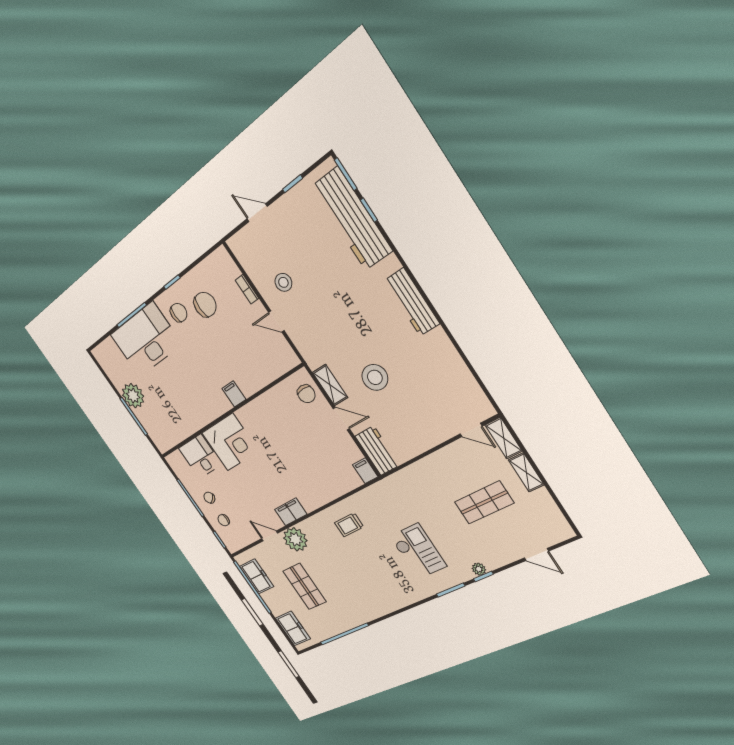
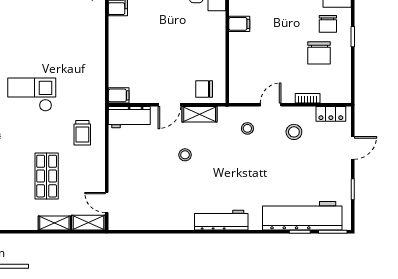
locker: (244, 257) -> (331, 114), added
stool: (311, 331) -> (247, 128), added
stool: (375, 377) -> (185, 155), width x0.53, depth x0.53
door: (471, 430) -> (107, 202), hinge flipped
trolley: (349, 525) -> (82, 133), moved, turned 180
checkout: (418, 551) -> (32, 95), turned 180

